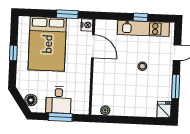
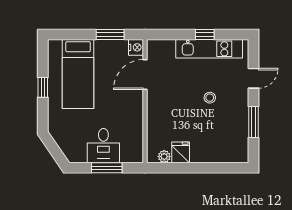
bed: (47, 44) -> (78, 74), width x0.67
door: (93, 46) -> (145, 75), swing flipped
floor lamp: (31, 100) -> (68, 147), removed
fridge: (164, 110) -> (181, 152), moved

